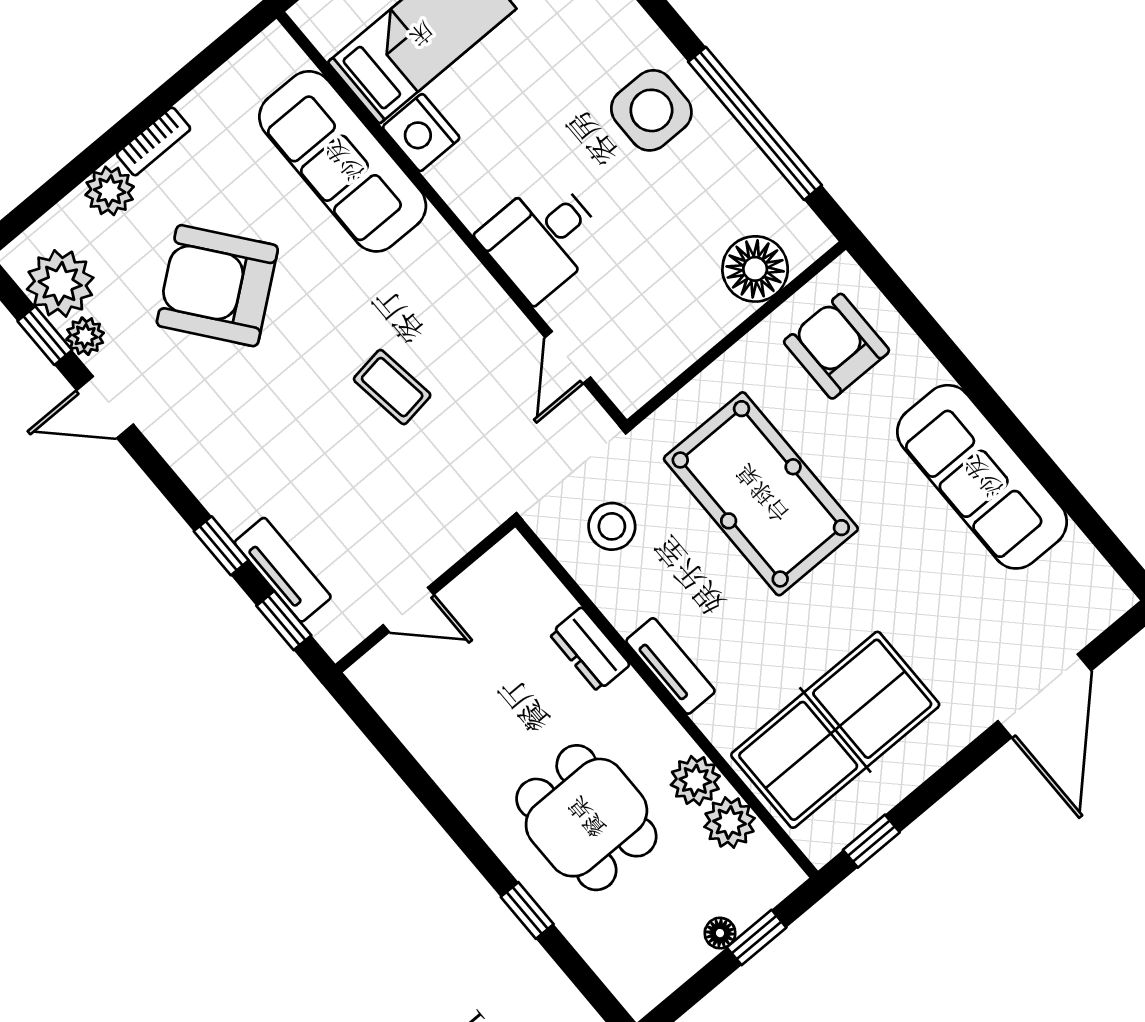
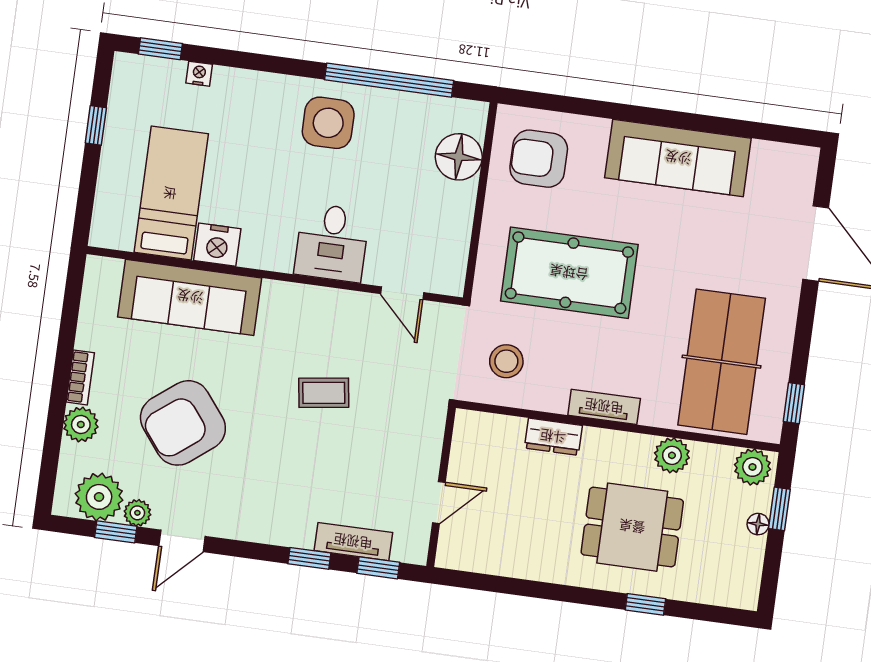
plant: (730, 822) -> (752, 467), moved

